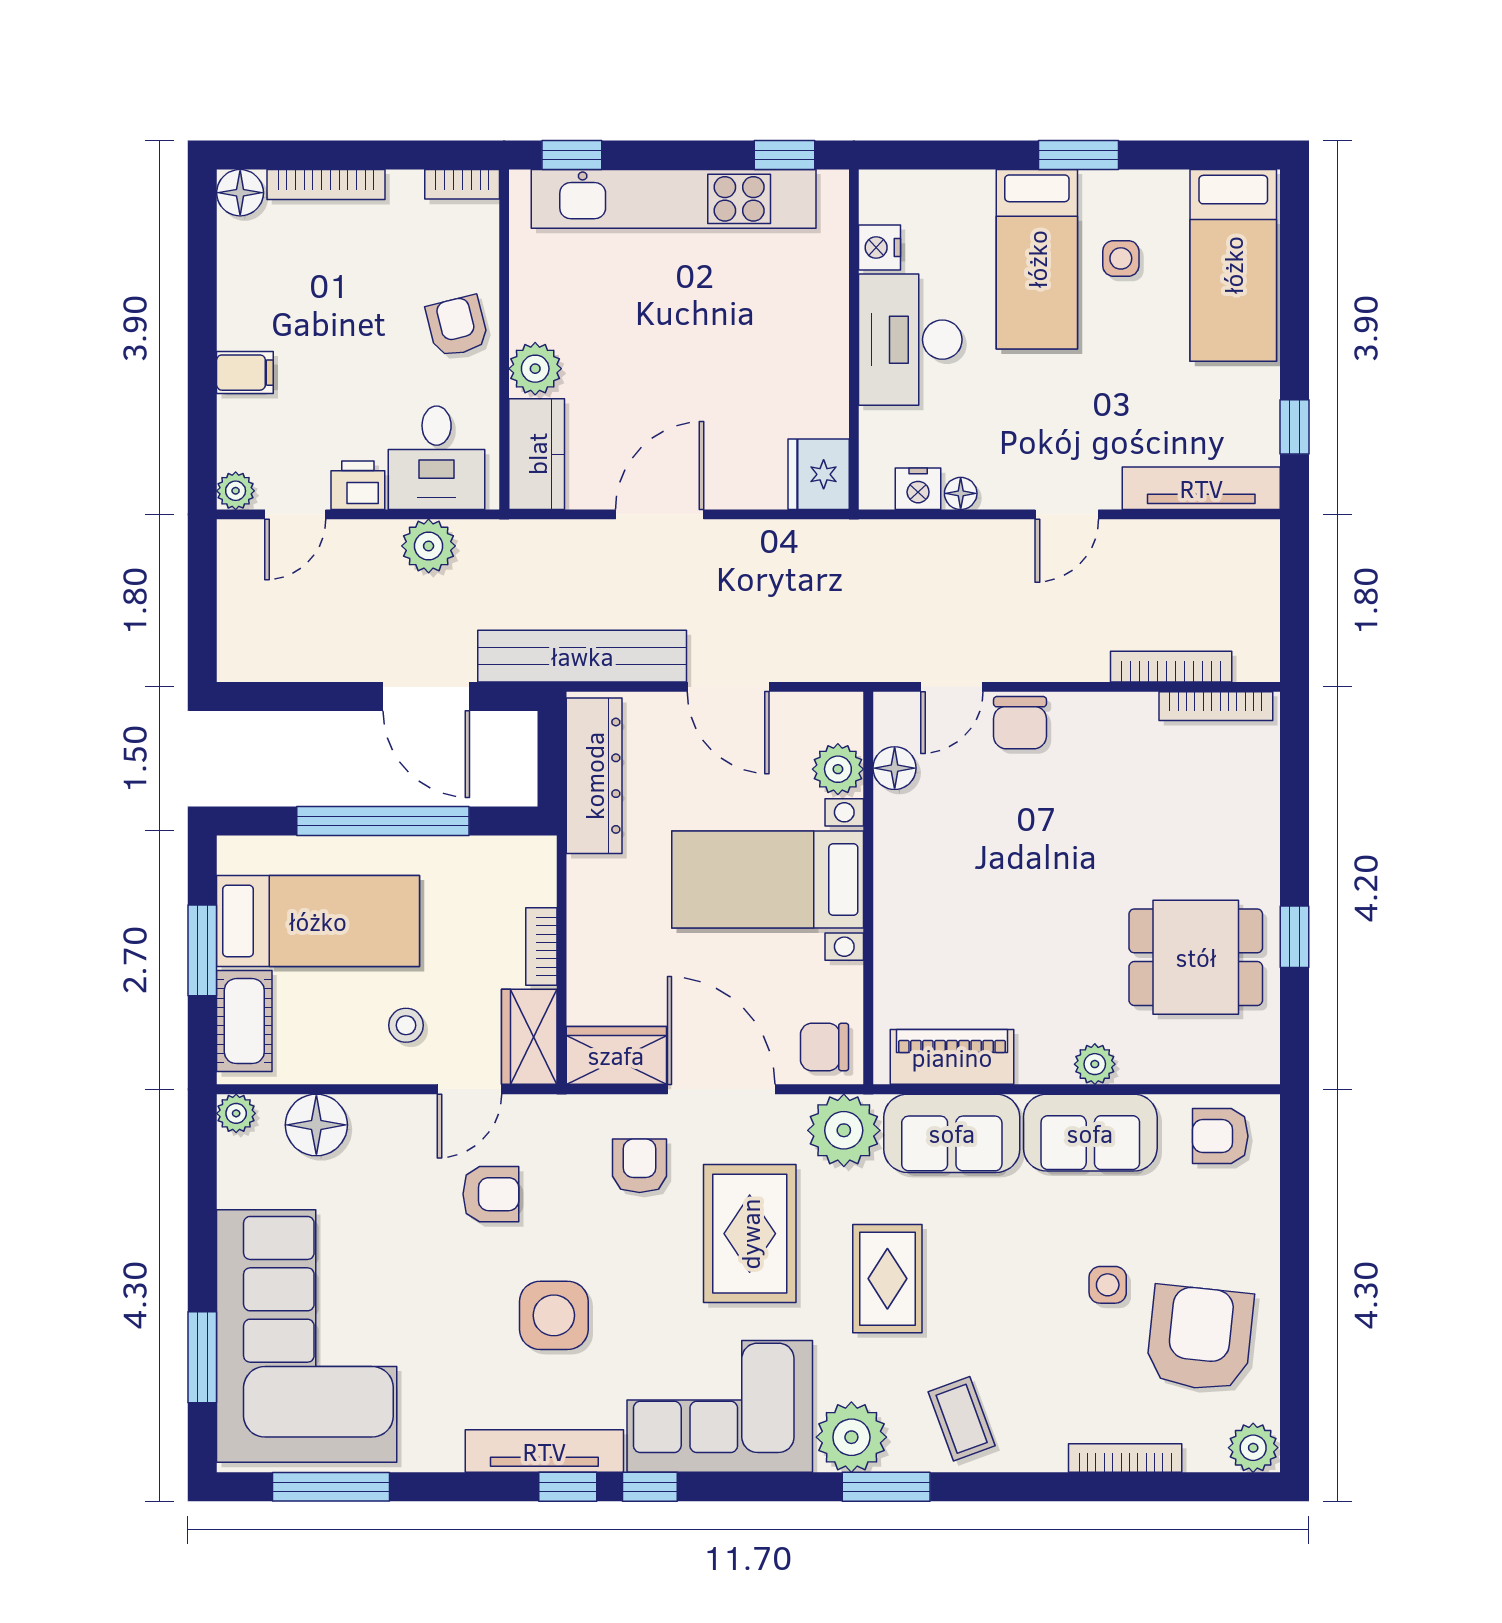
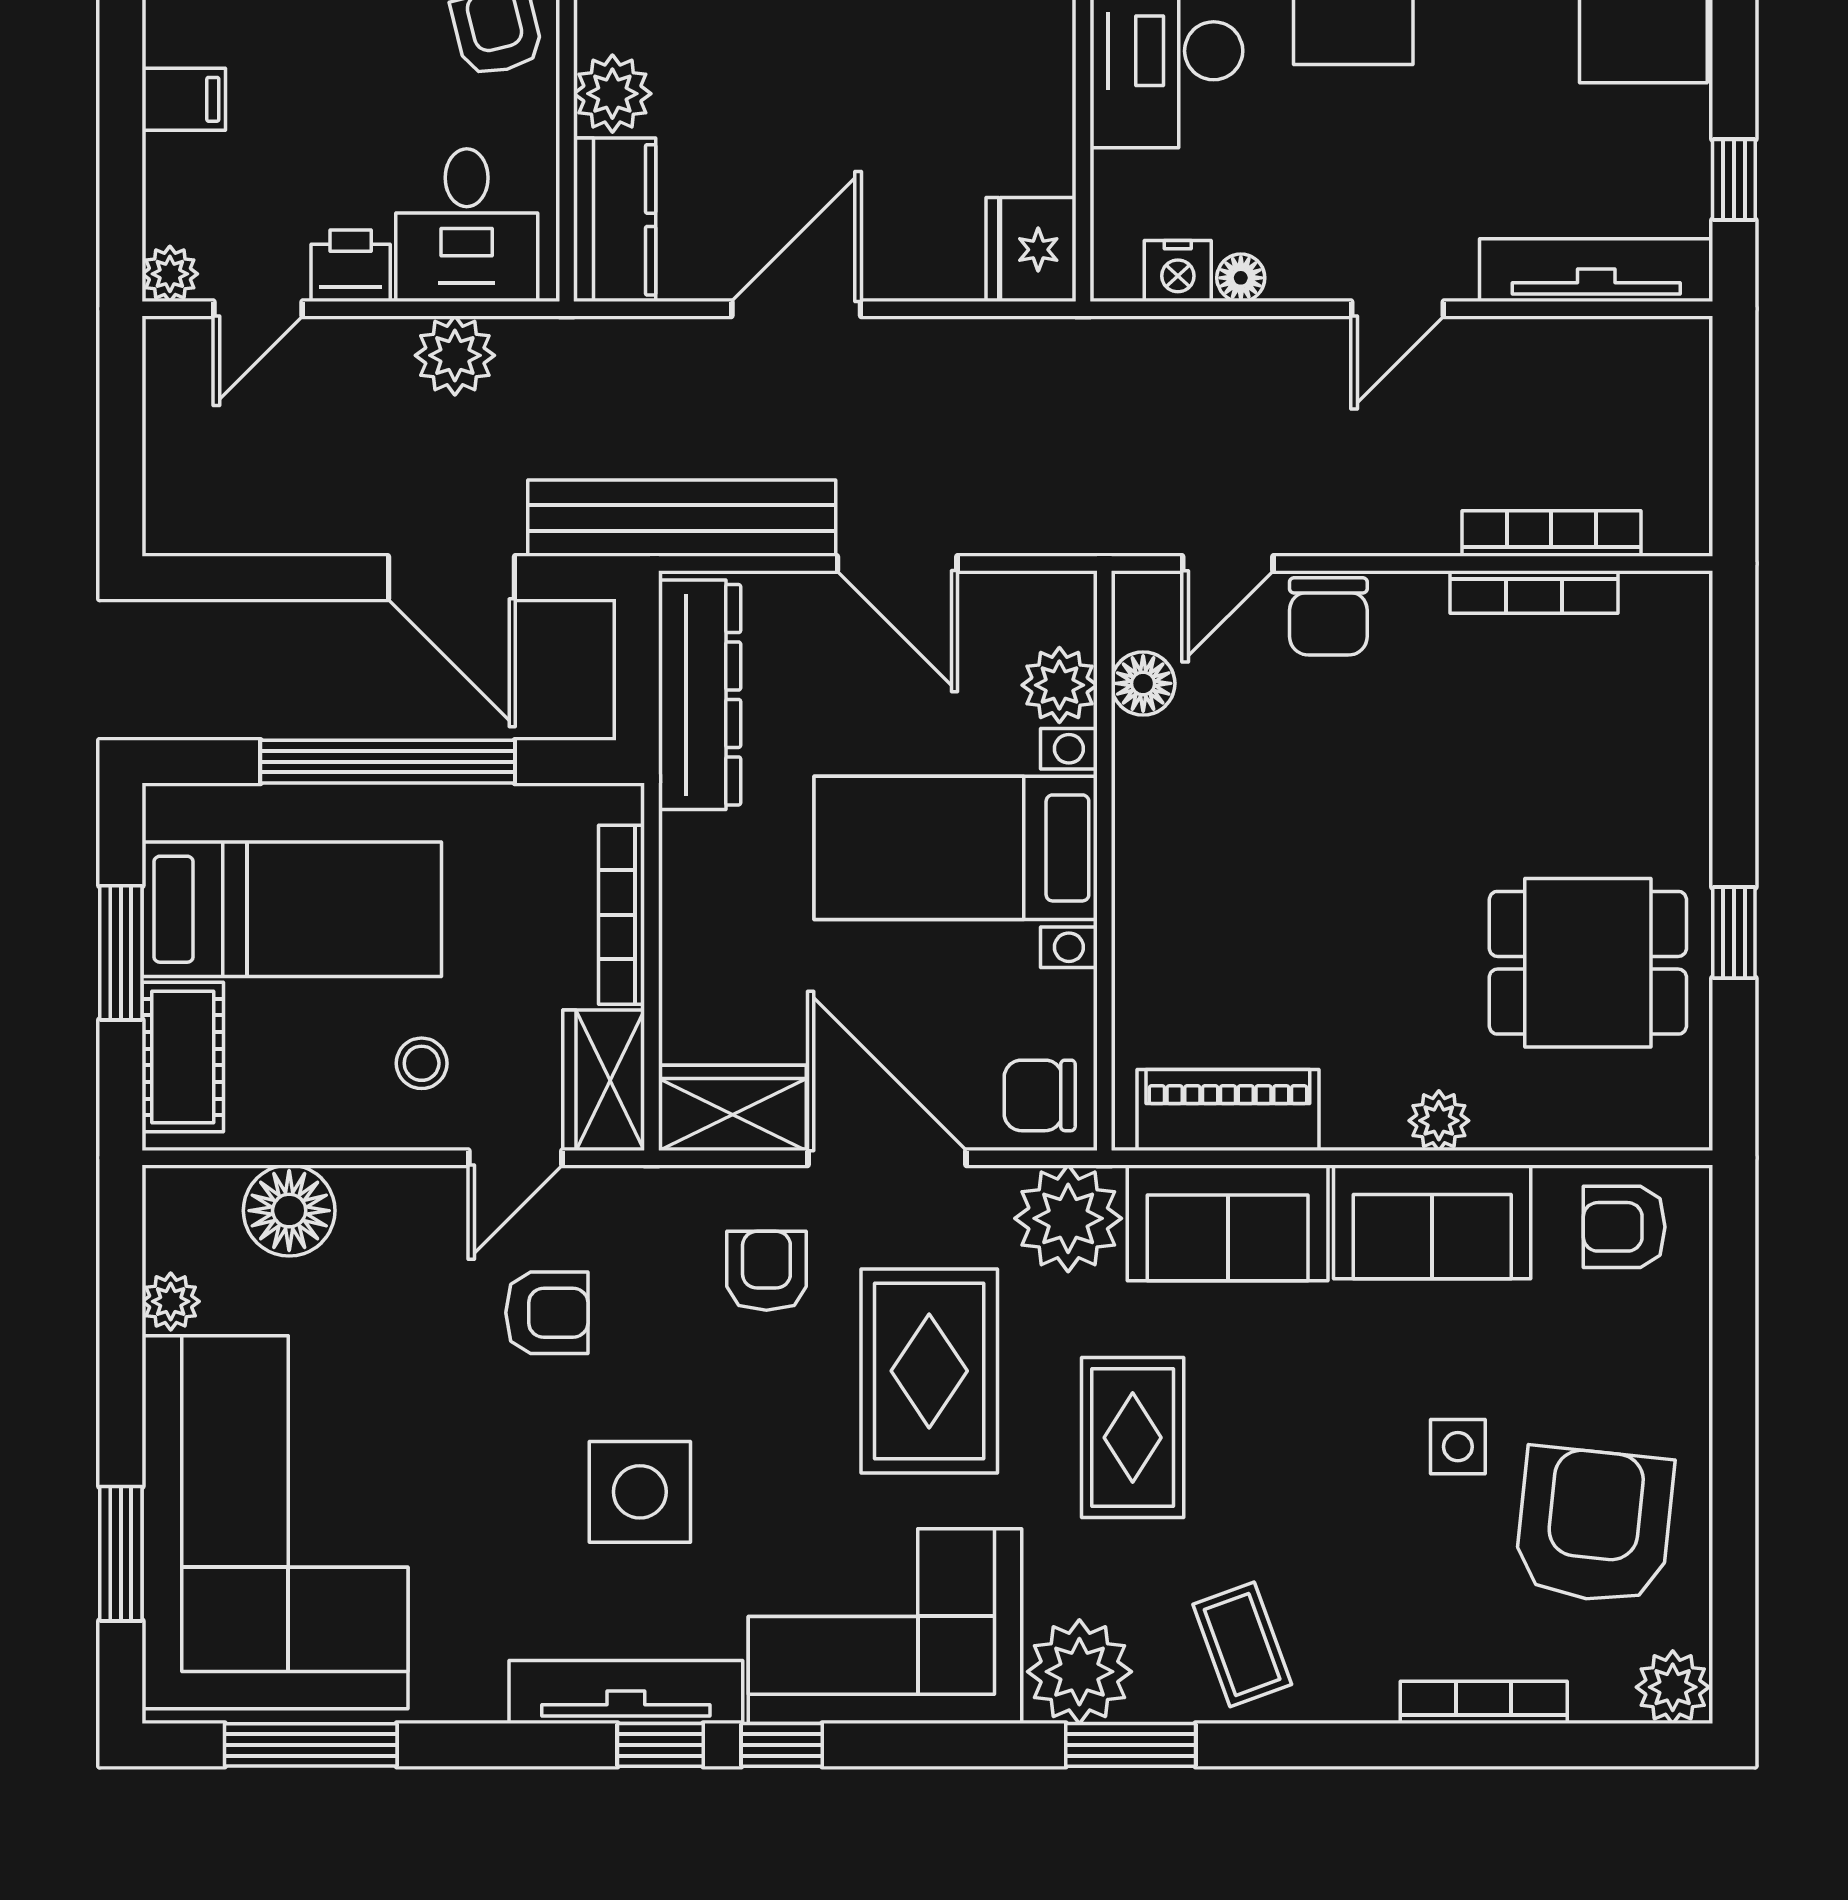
bookcase: (1216, 706) -> (1534, 592), moved
bookcase: (541, 947) -> (621, 915), width x1.56
plant: (236, 1113) -> (171, 1301), moved

